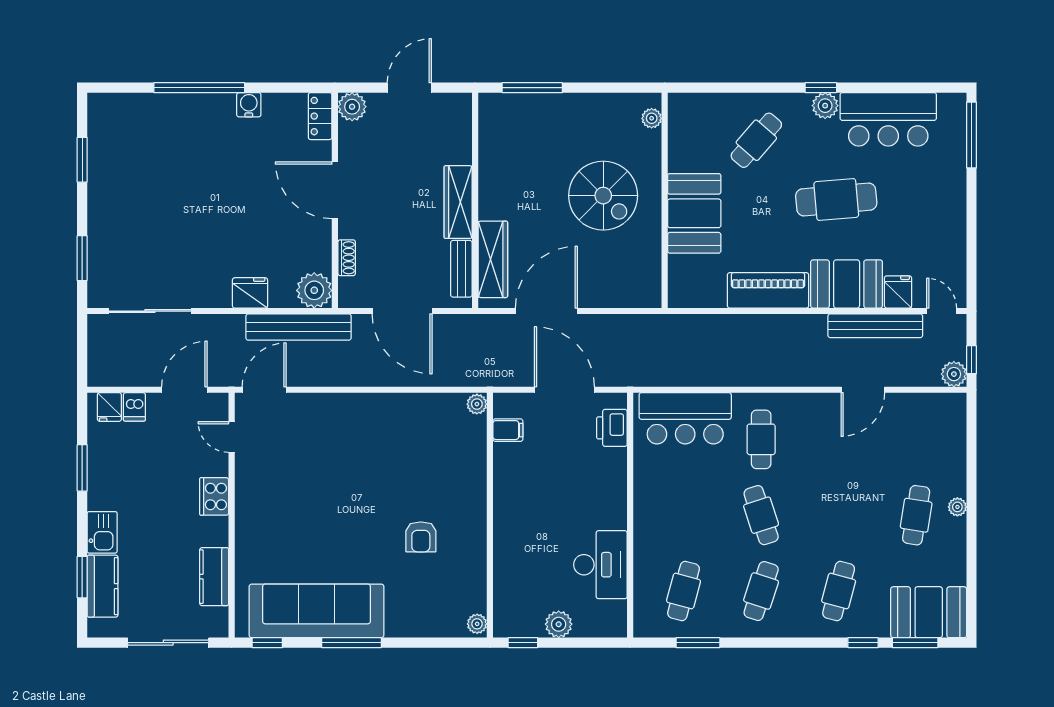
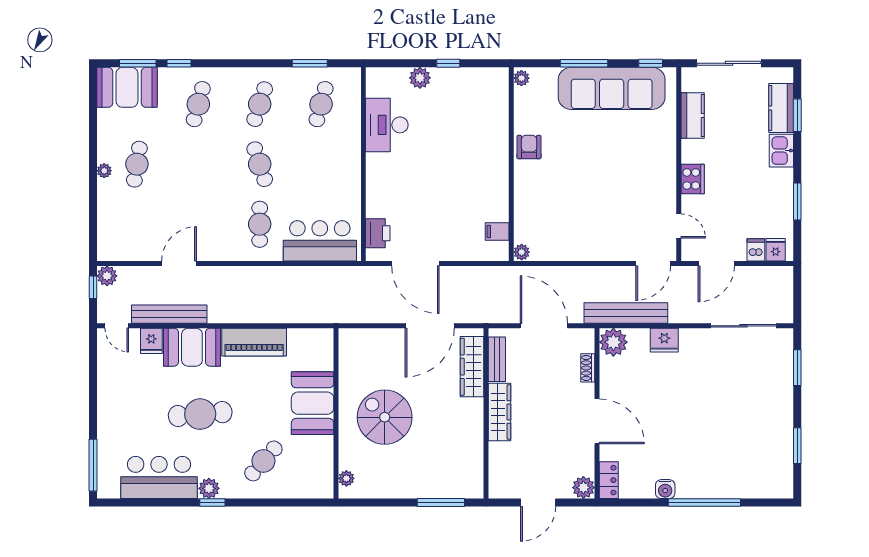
plant: (477, 404) -> (522, 252), moved
filing cabinet: (508, 430) -> (497, 232), moved
wall: (490, 515) -> (511, 164), moved
plant: (477, 624) -> (521, 78), moved

